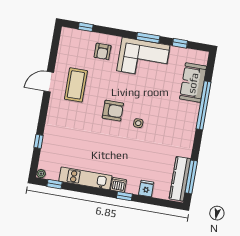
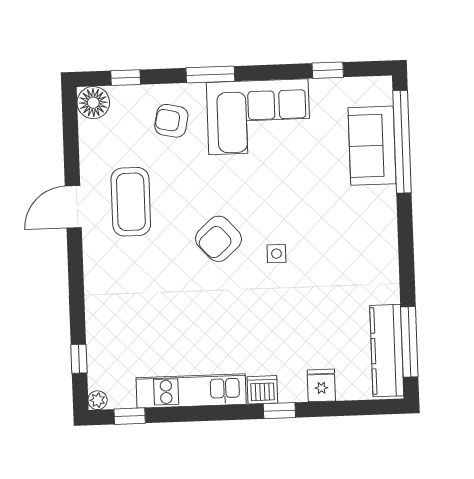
floor lamp: (68, 35) -> (93, 103), added
window: (148, 38) -> (210, 75), moved
armchair: (103, 51) -> (171, 121), turned 102
window: (204, 105) -> (402, 142), moved
armchair: (113, 111) -> (218, 239), turned 138
window: (38, 141) -> (79, 359), moved

